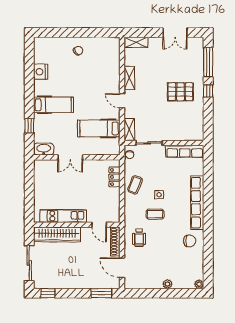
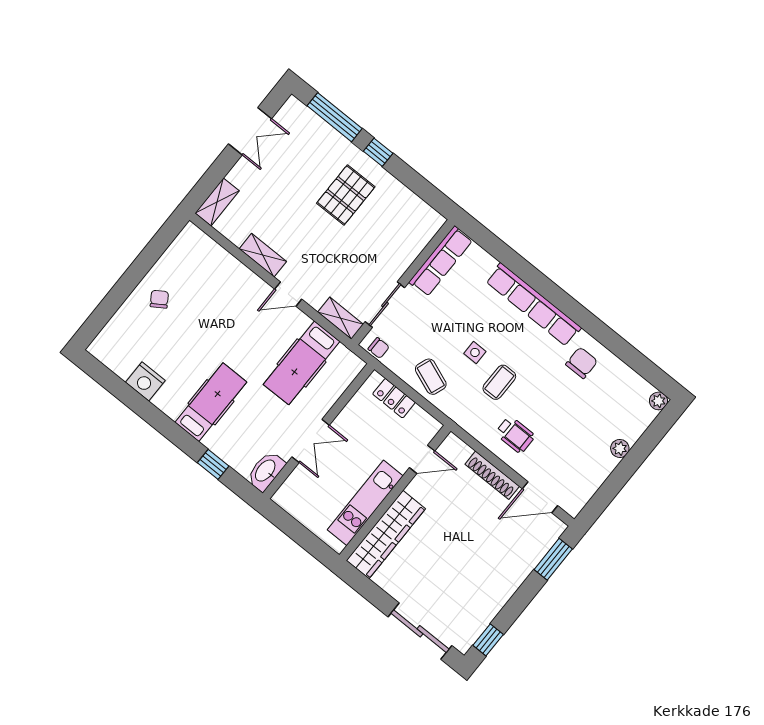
kitchen unit: (63, 216) -> (365, 503), moved
wall: (77, 225) -> (395, 493), moved
door: (99, 225) -> (422, 459), moved
wardrobe: (57, 234) -> (386, 535), moved

